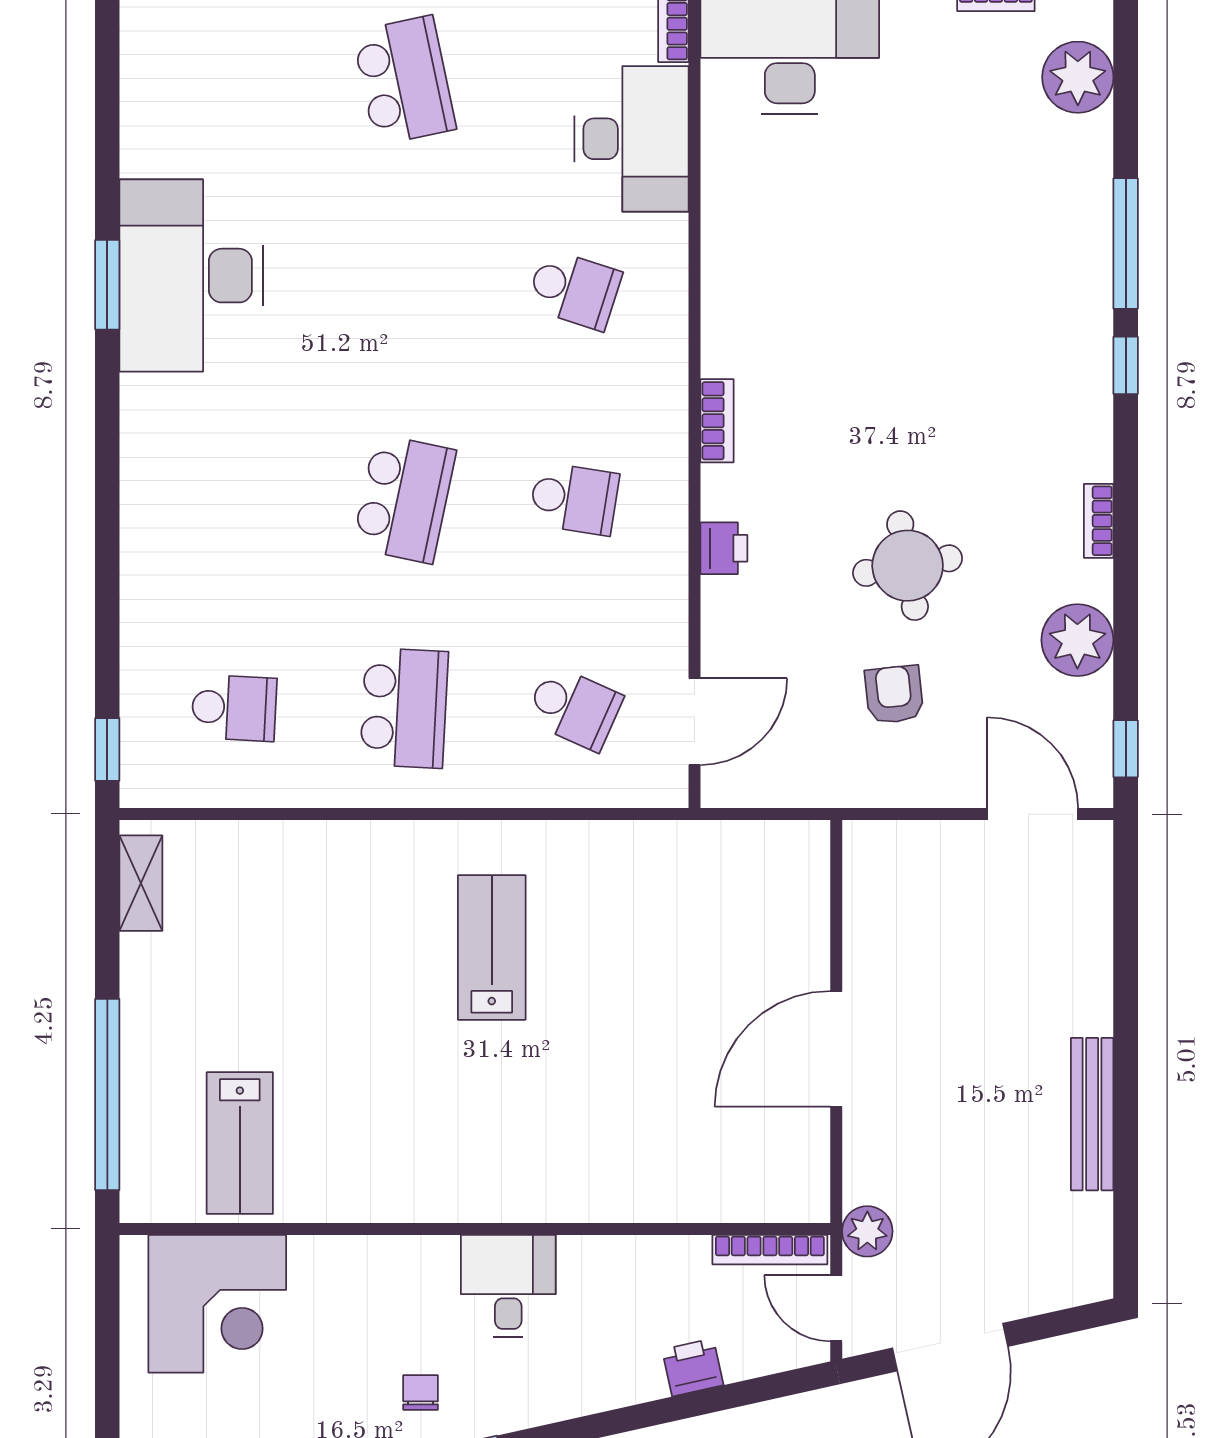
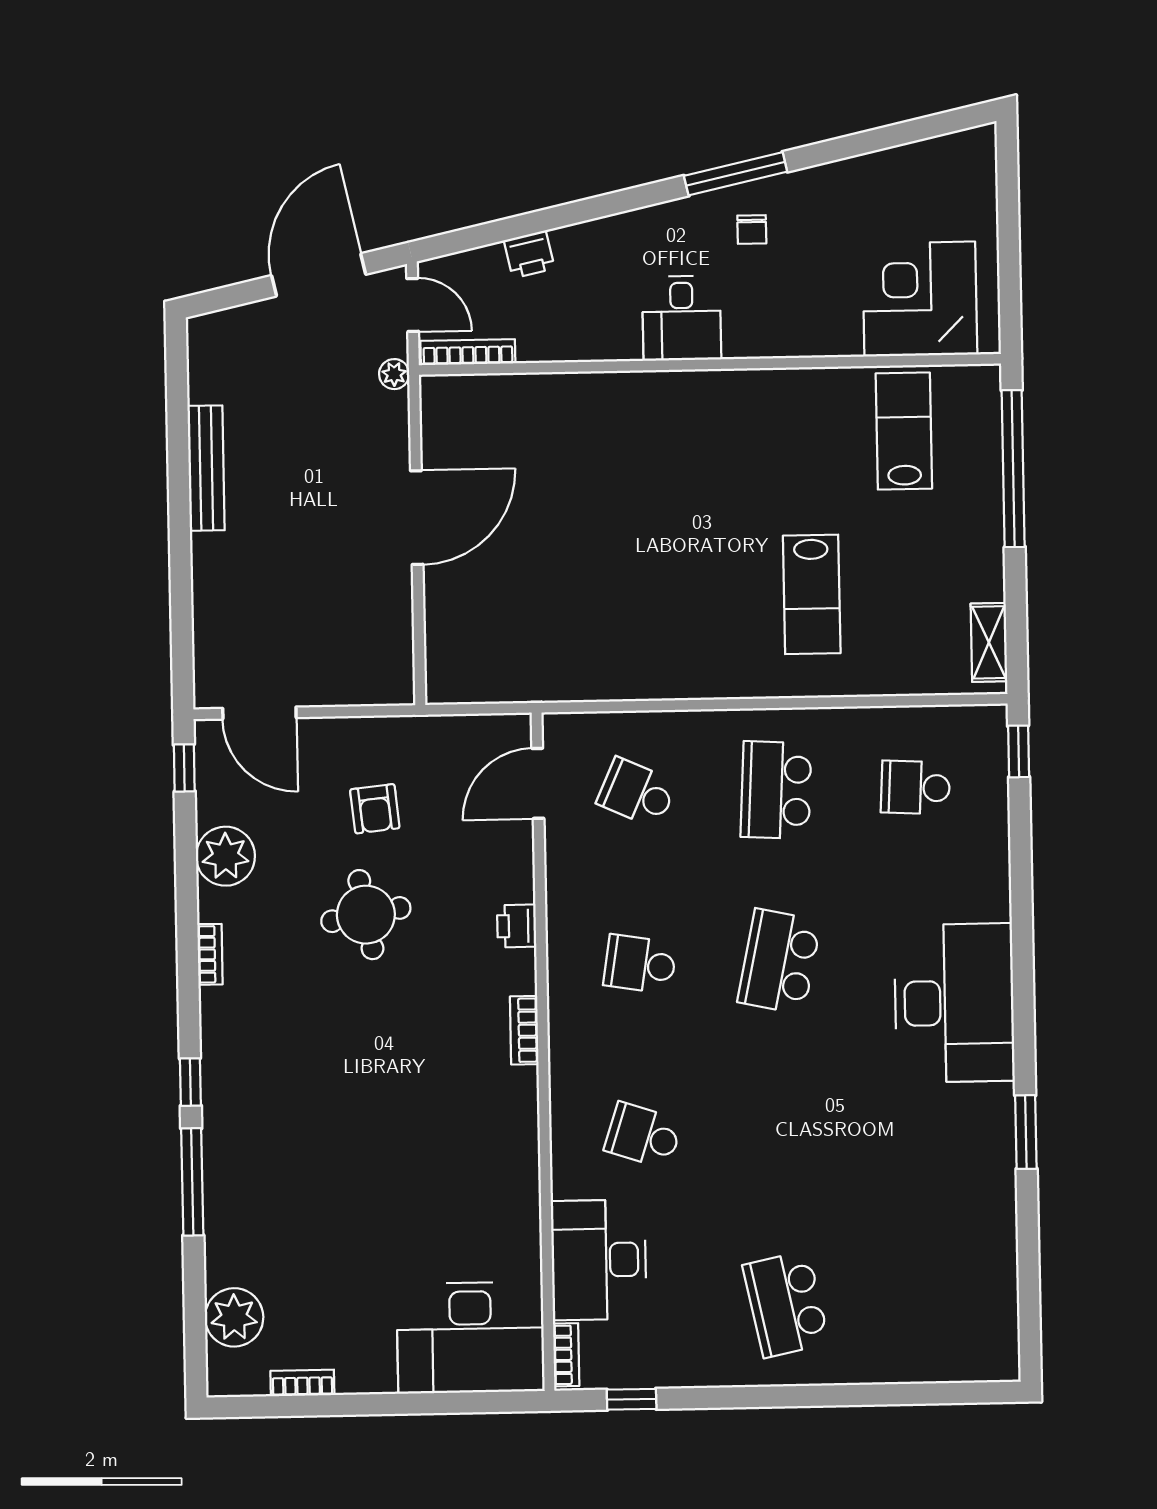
desk: (191, 276) -> (954, 1003), moved
lab bench: (492, 948) -> (812, 594), moved
plant: (867, 1231) -> (394, 374), width x0.73, depth x0.73

